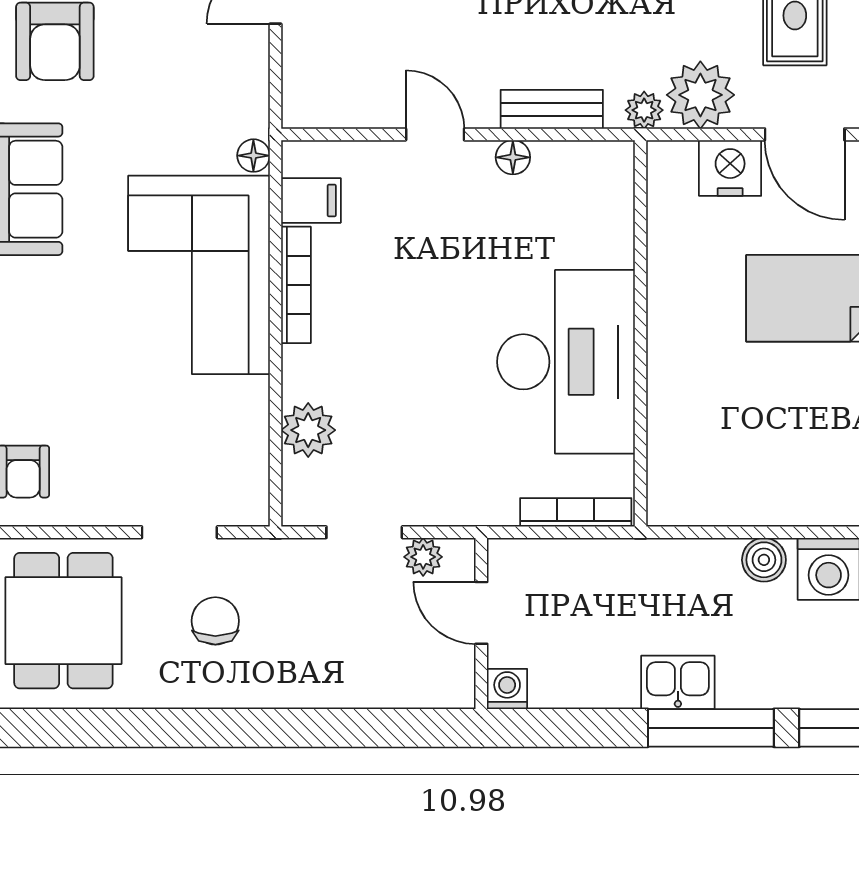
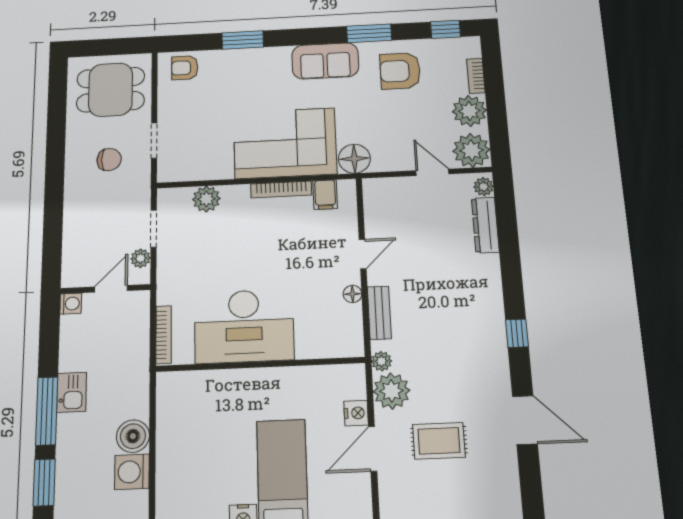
floor lamp: (253, 156) -> (354, 159), width x1.89, depth x1.89
nightstand: (730, 168) -> (356, 413), width x0.74, depth x0.75
boiler: (764, 560) -> (133, 436), width x1.36, depth x1.36

